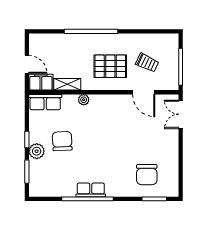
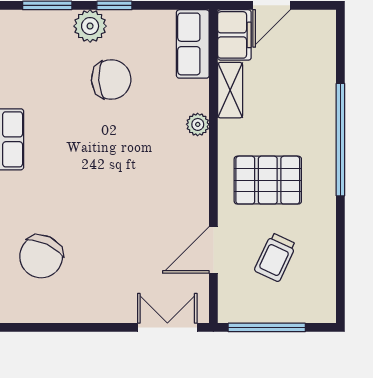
pallet: (110, 66) -> (268, 180), turned 90
chair: (147, 175) -> (41, 256), turned -65

